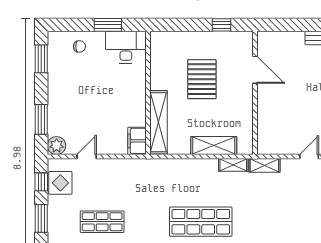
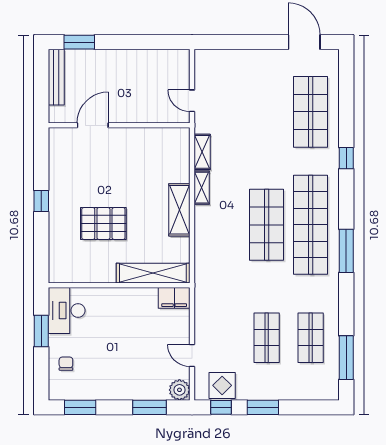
door: (255, 70) -> (93, 125), moved
wall: (255, 93) -> (119, 125), moved

